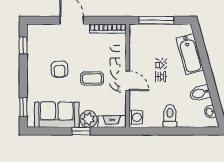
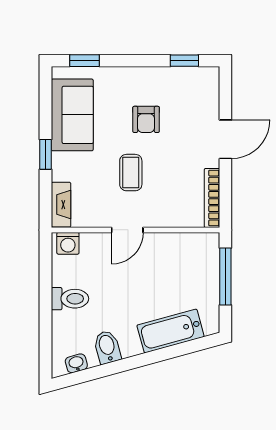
armchair: (59, 69) -> (146, 119), turned -87
plant: (89, 119) -> (65, 167), removed

